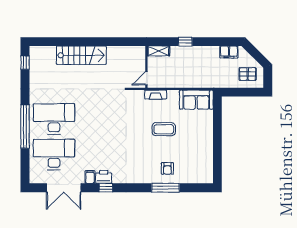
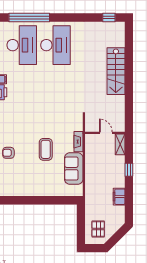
filing cabinet: (229, 52) -> (119, 197), moved
door: (146, 78) -> (106, 133), moved
sofa: (196, 100) -> (74, 169), moved
window: (25, 127) -> (29, 18), moved

